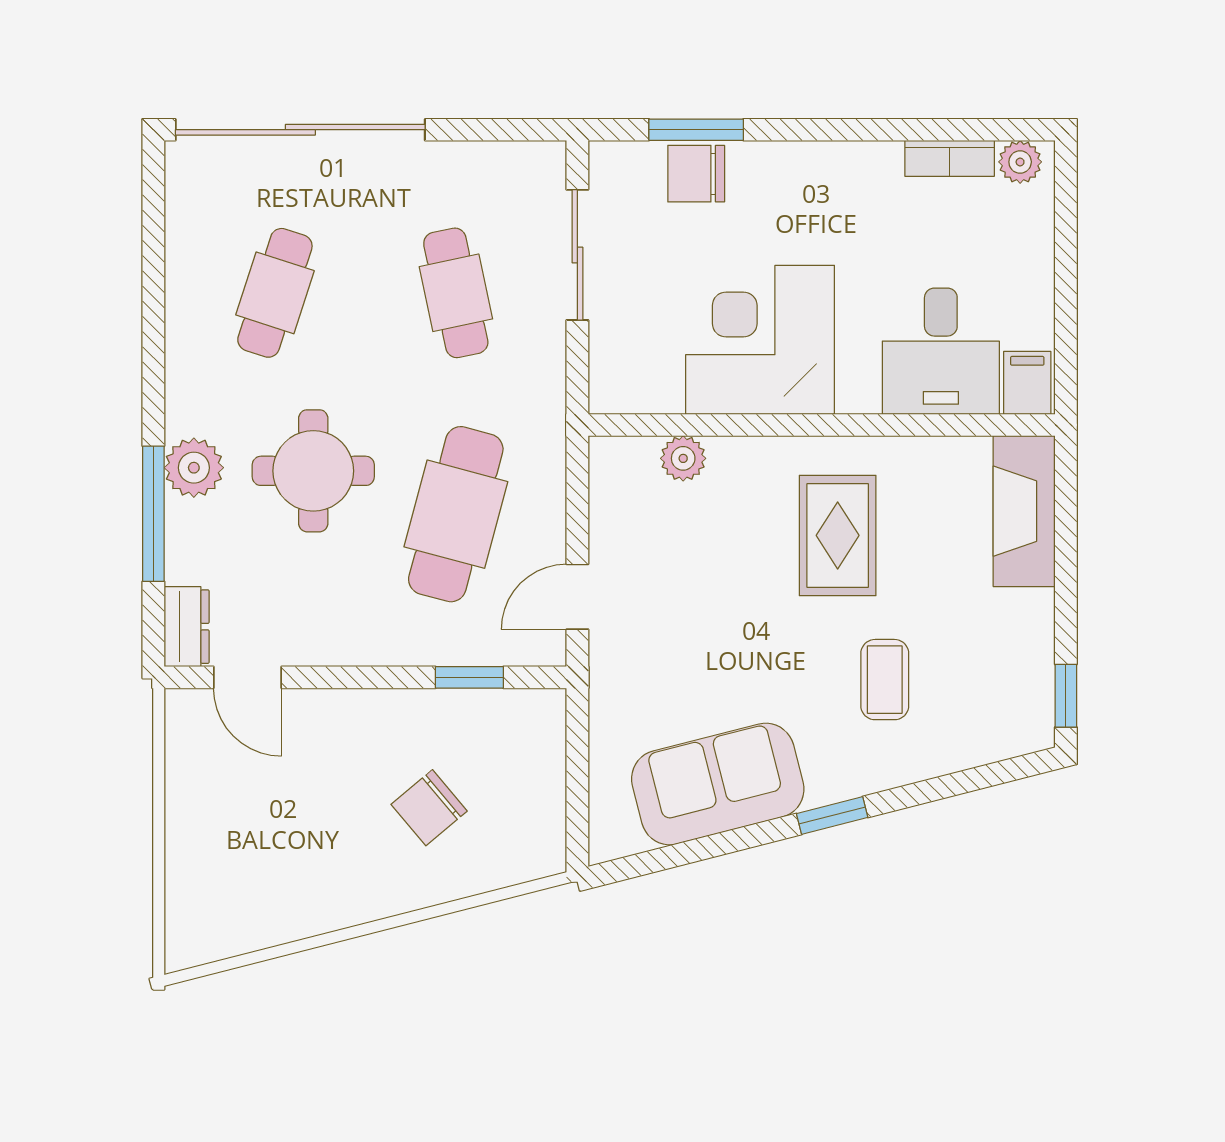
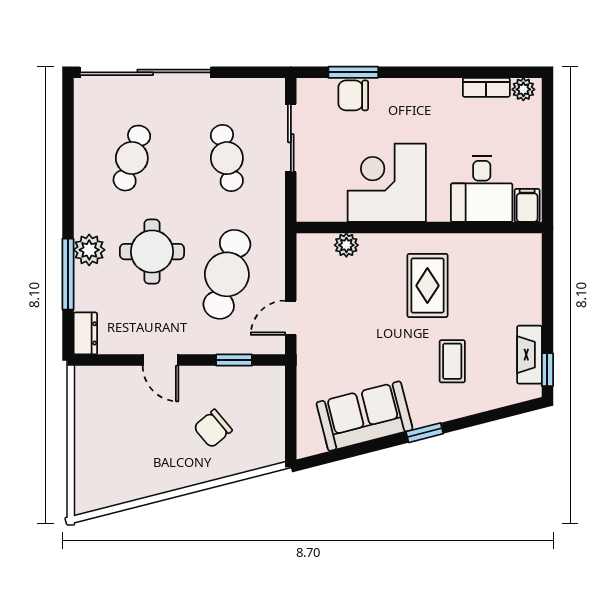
fireplace: (1024, 511) -> (529, 355), moved, width x0.73, depth x0.76
door: (248, 677) -> (161, 360), moved

